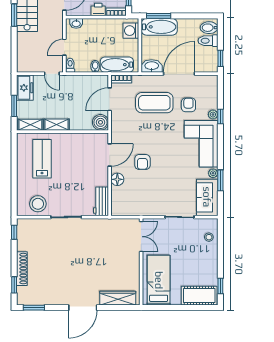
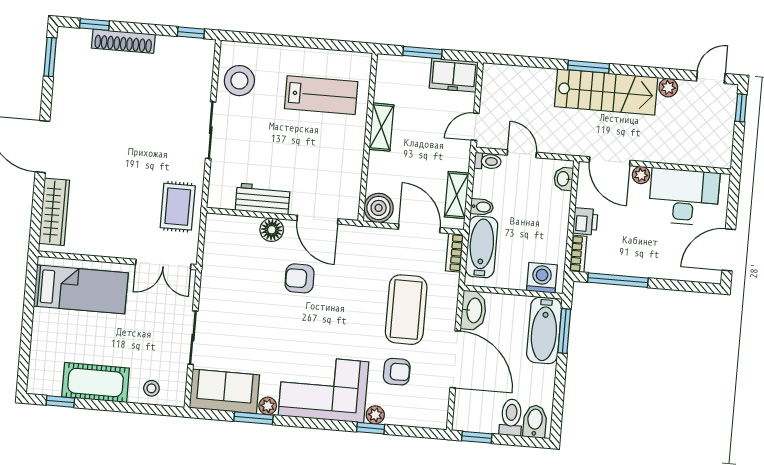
shelving: (30, 125) -> (457, 195), moved
workbench: (101, 201) -> (263, 199), moved
rug: (109, 231) -> (178, 207), added
cot: (199, 296) -> (96, 383), moved, turned 90

